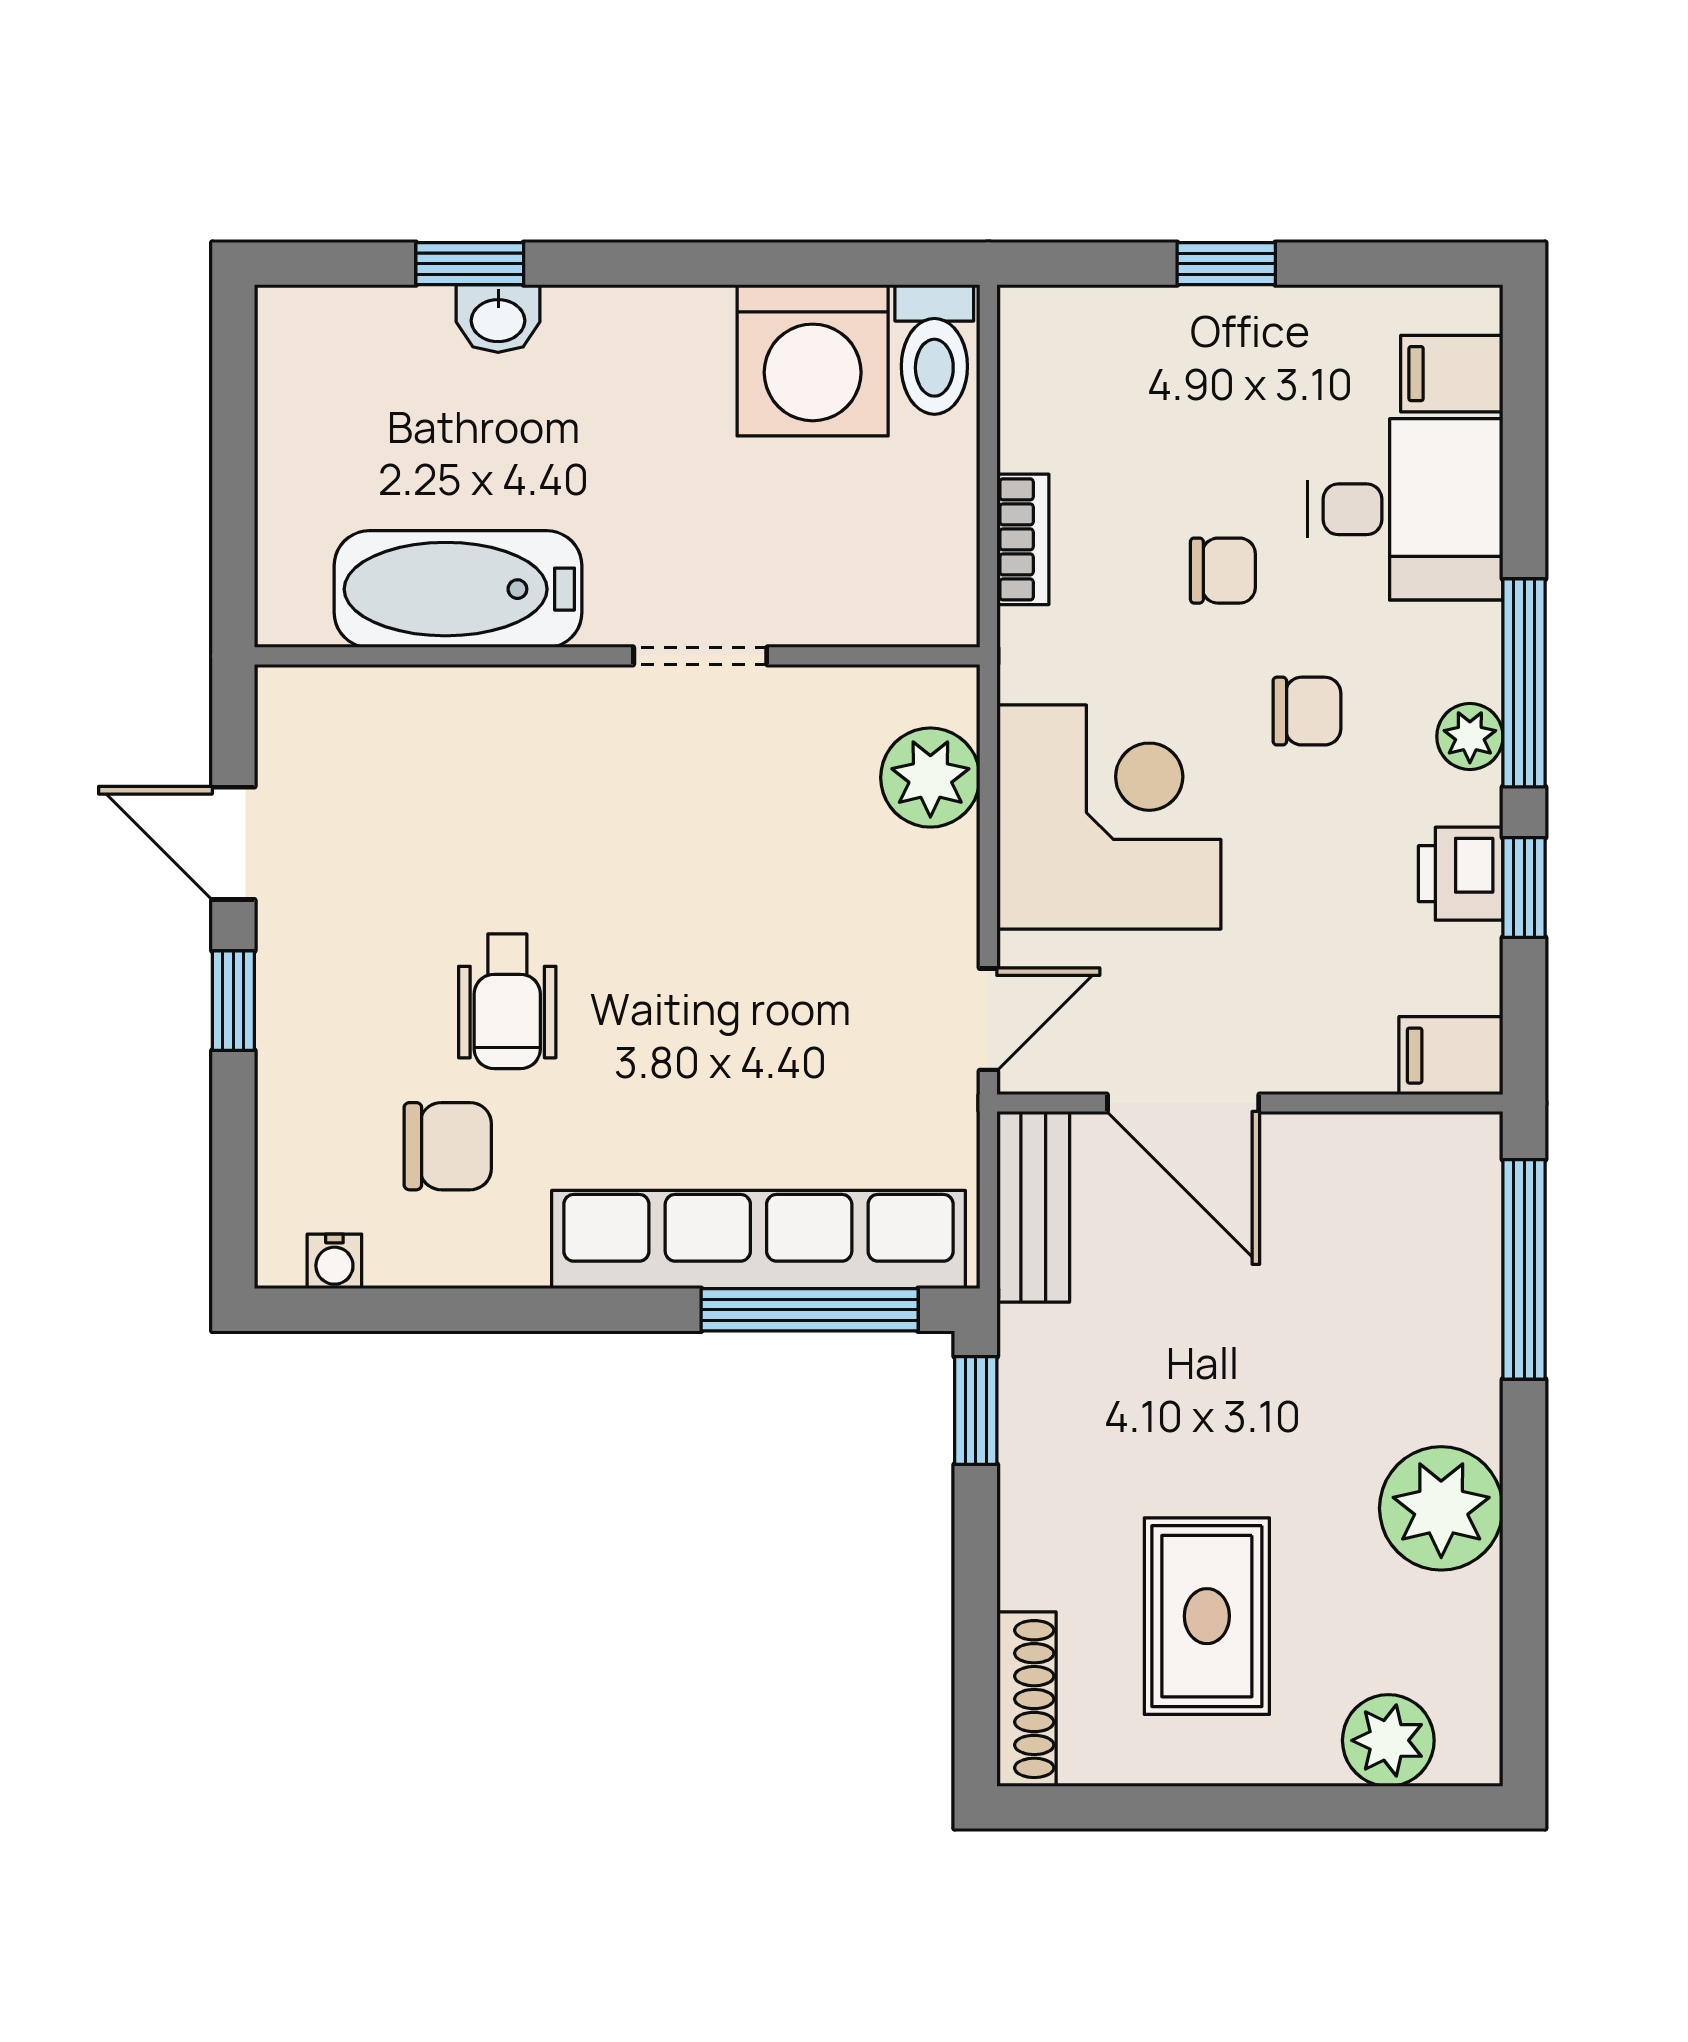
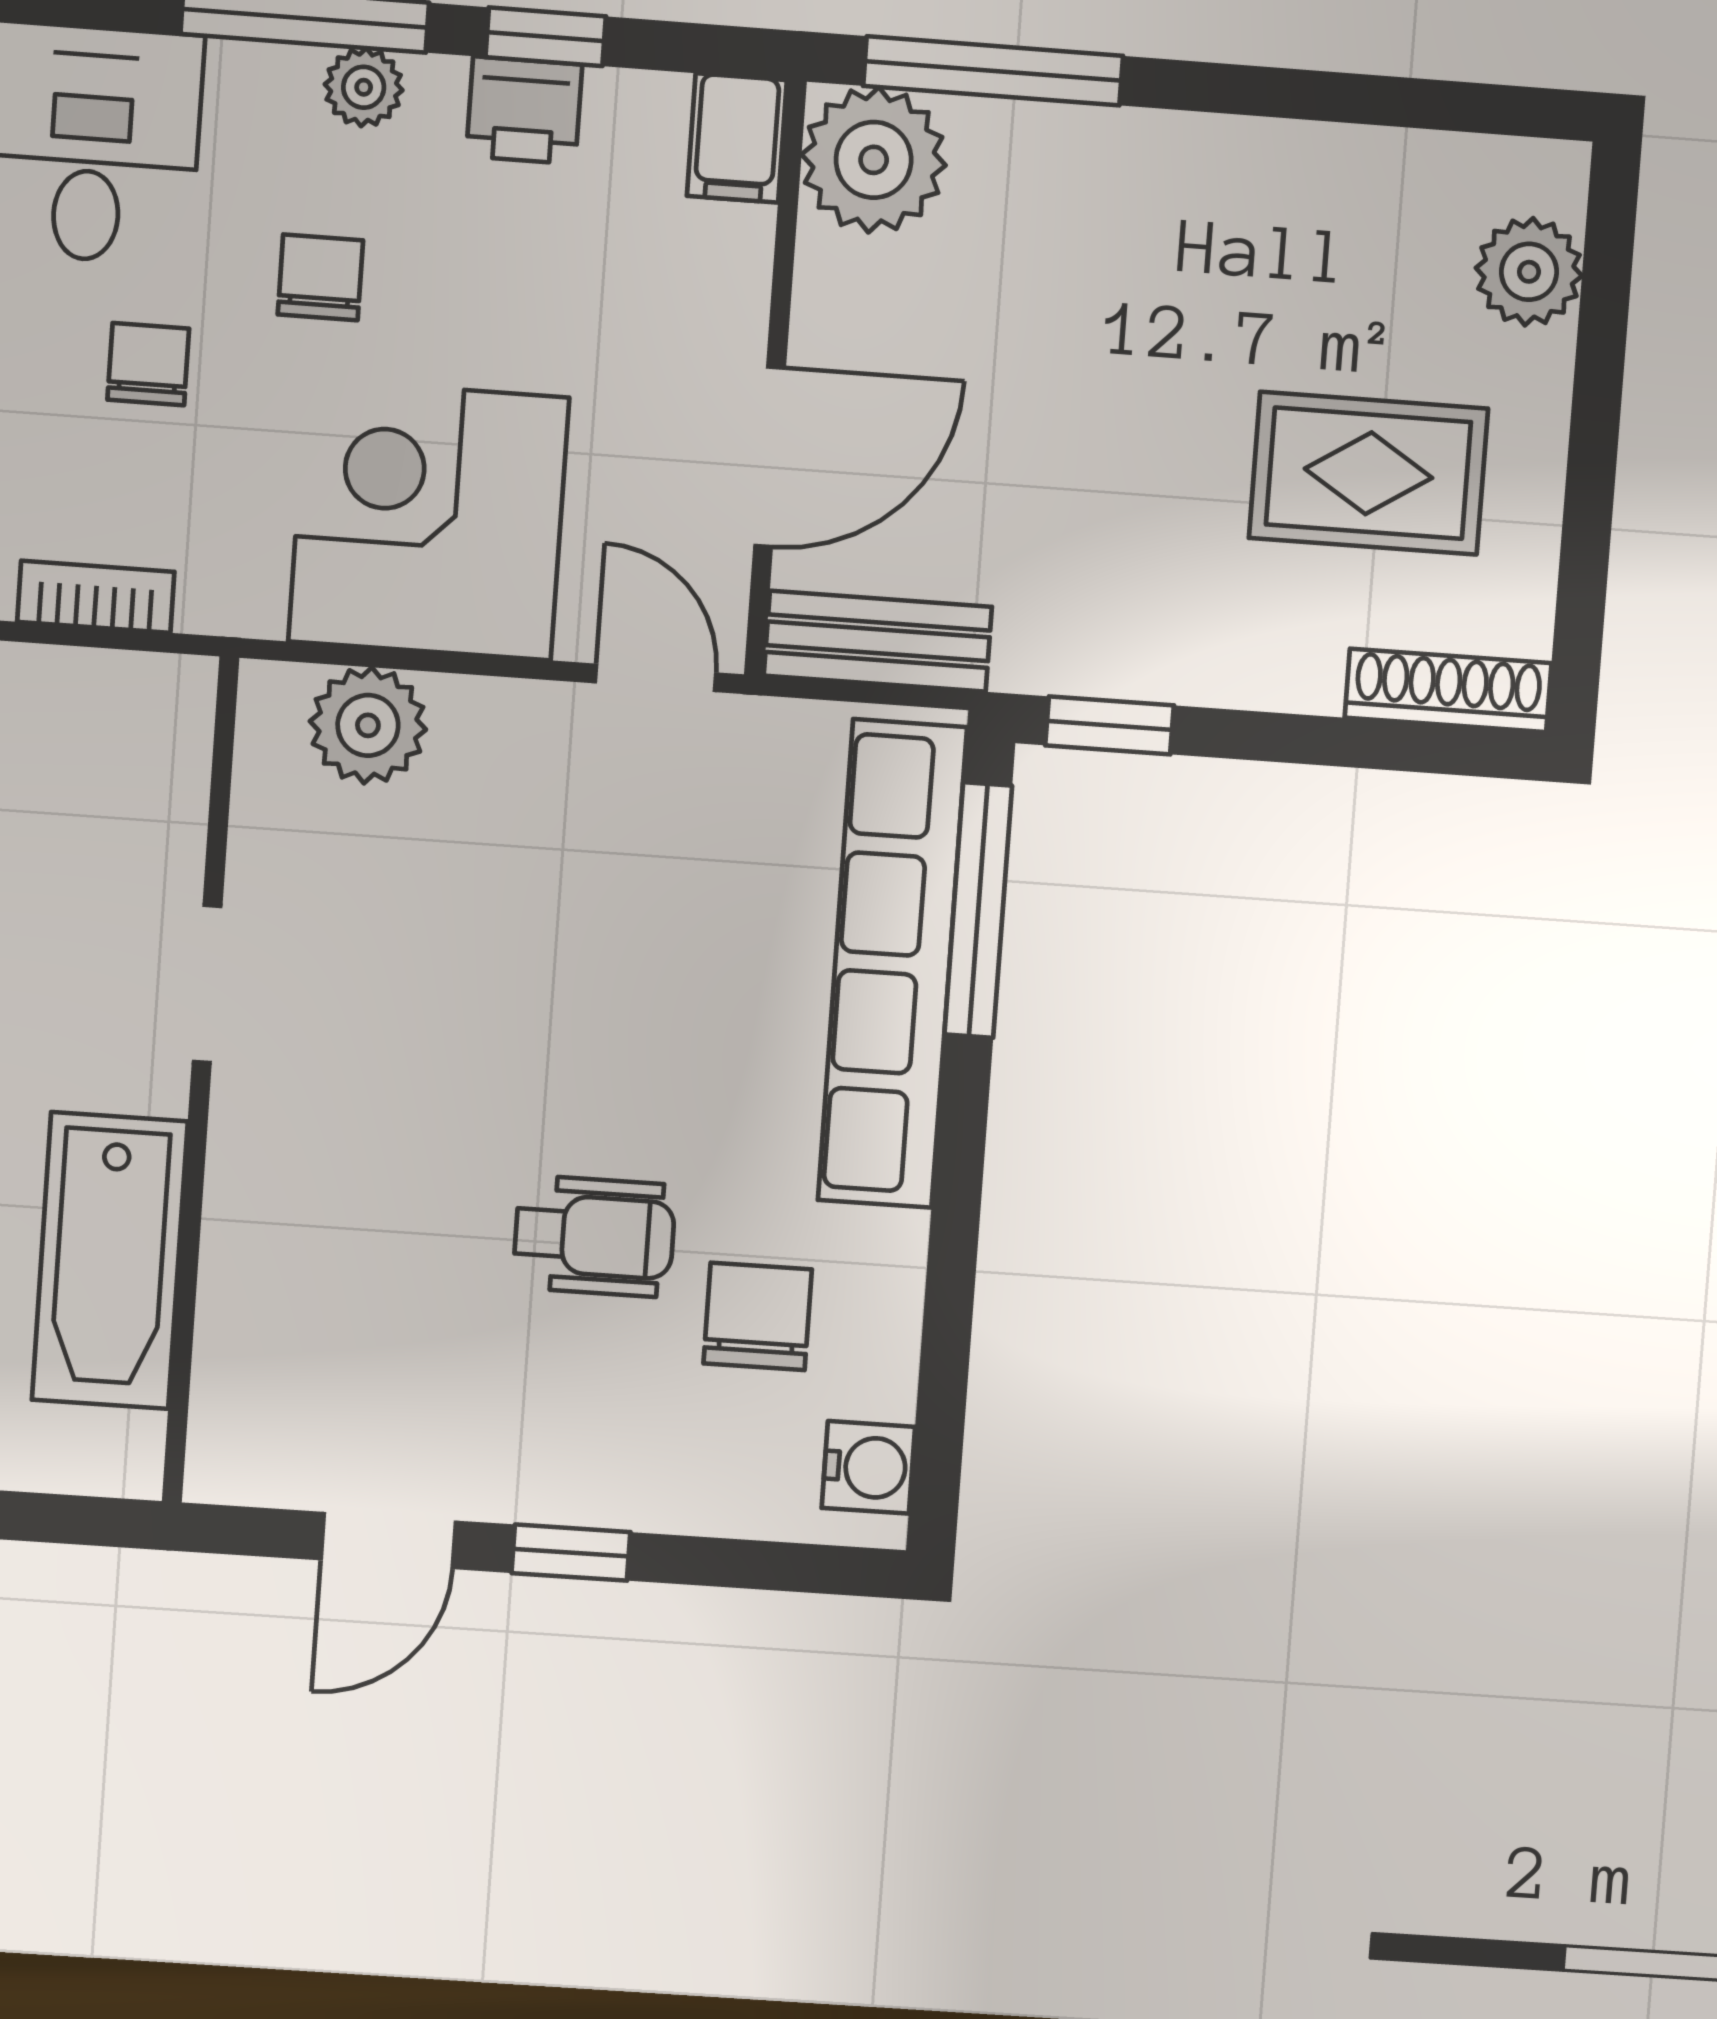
water cooler: (334, 1261) -> (868, 1467), width x1.38, depth x1.38
plant: (1441, 1508) -> (874, 160), moved

